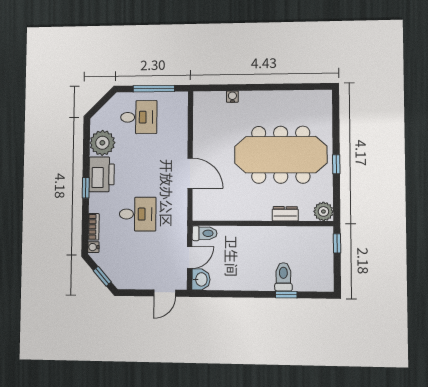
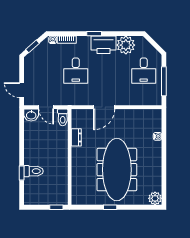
plant: (323, 211) -> (155, 198), moved
dresser: (285, 214) -> (76, 137), moved

